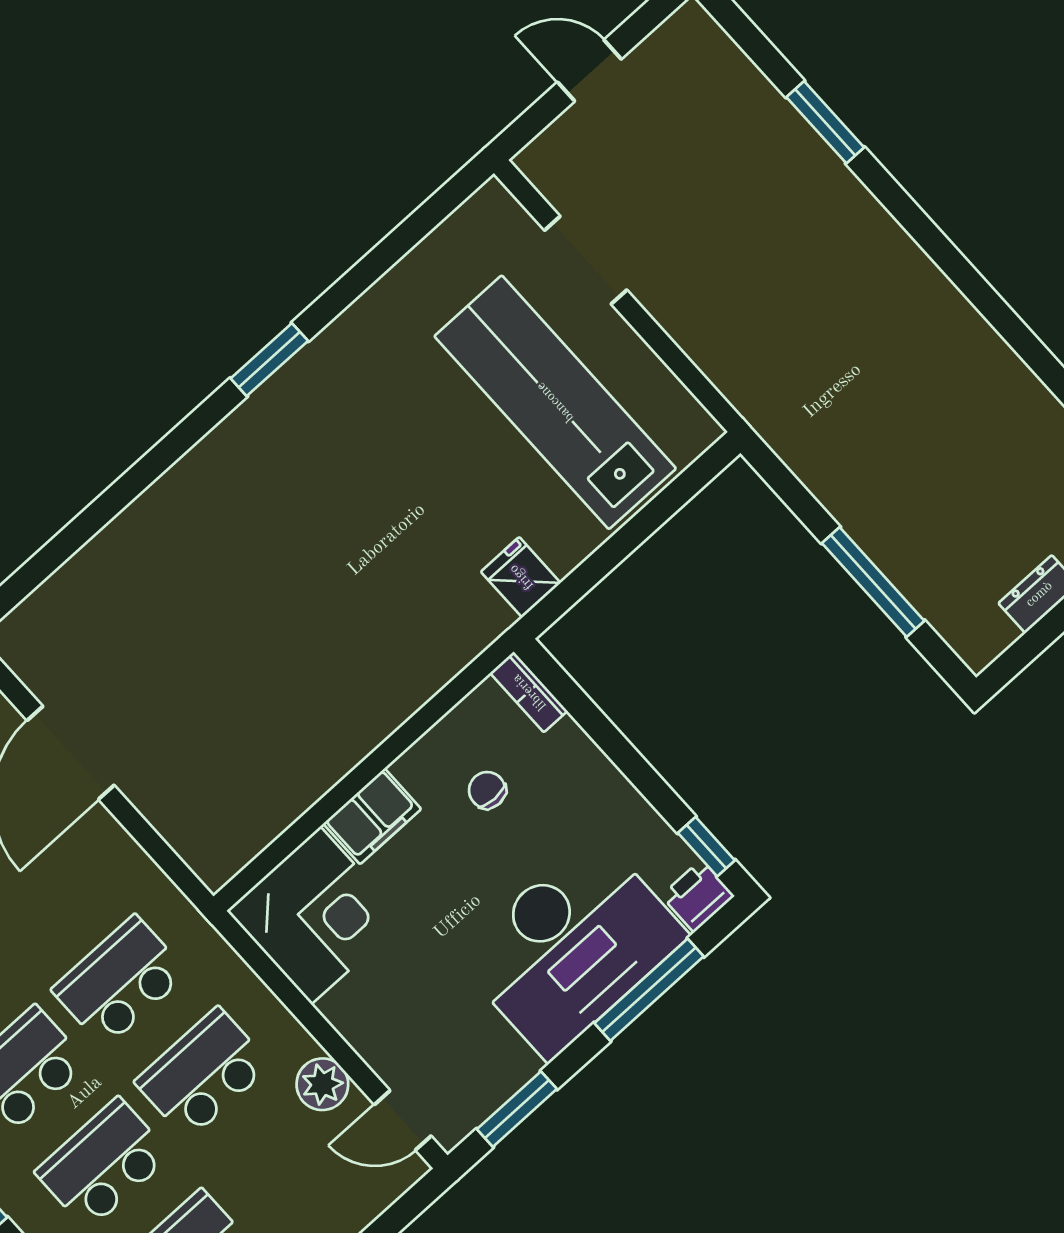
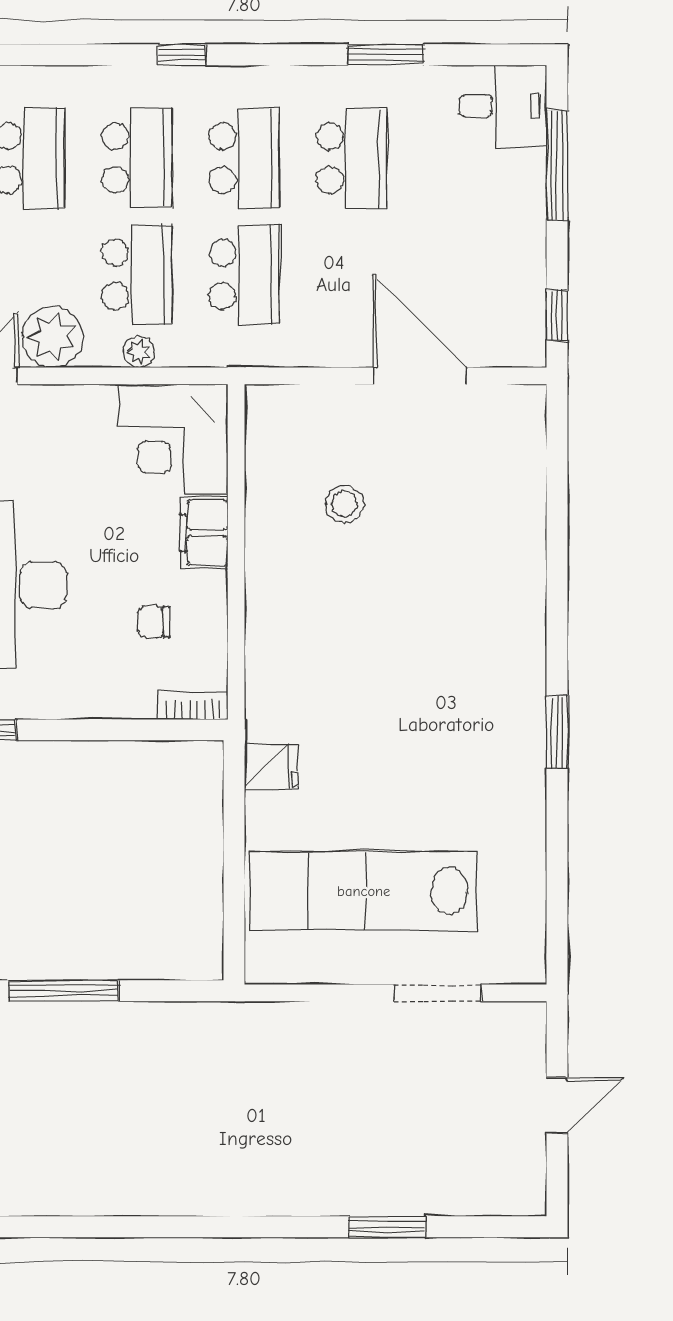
lab bench: (555, 402) -> (364, 891), turned 180
stool: (239, 718) -> (344, 504), added
chair: (487, 790) -> (154, 622), turned 180
plant: (268, 1012) -> (139, 352), added
plant: (322, 1084) -> (53, 337), width x1.36, depth x1.36

